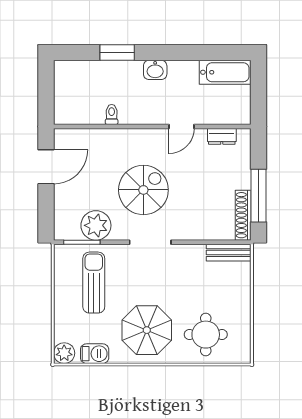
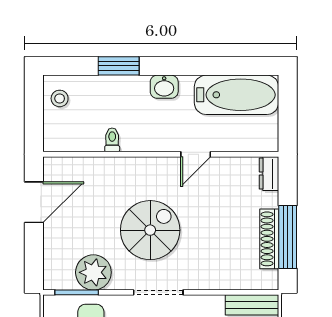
bathtub: (225, 72) -> (236, 95), width x1.36, depth x1.36
stool: (68, 80) -> (60, 98), added
dresser: (222, 136) -> (269, 174), moved, turned 90
shoe rack: (243, 215) -> (269, 239), moved

